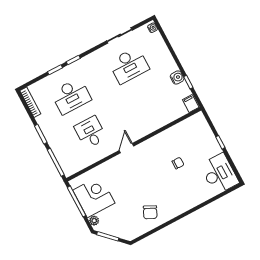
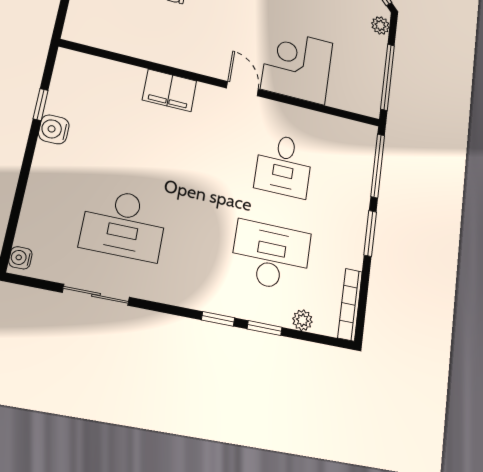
desk: (129, 65) -> (124, 224), turned 180
plant: (44, 83) -> (302, 320), added
filing cabinet: (191, 104) -> (170, 90), moved, width x2.00
door: (126, 148) -> (242, 89), swing flipped
corner desk: (94, 197) -> (297, 66), moved, turned 90

